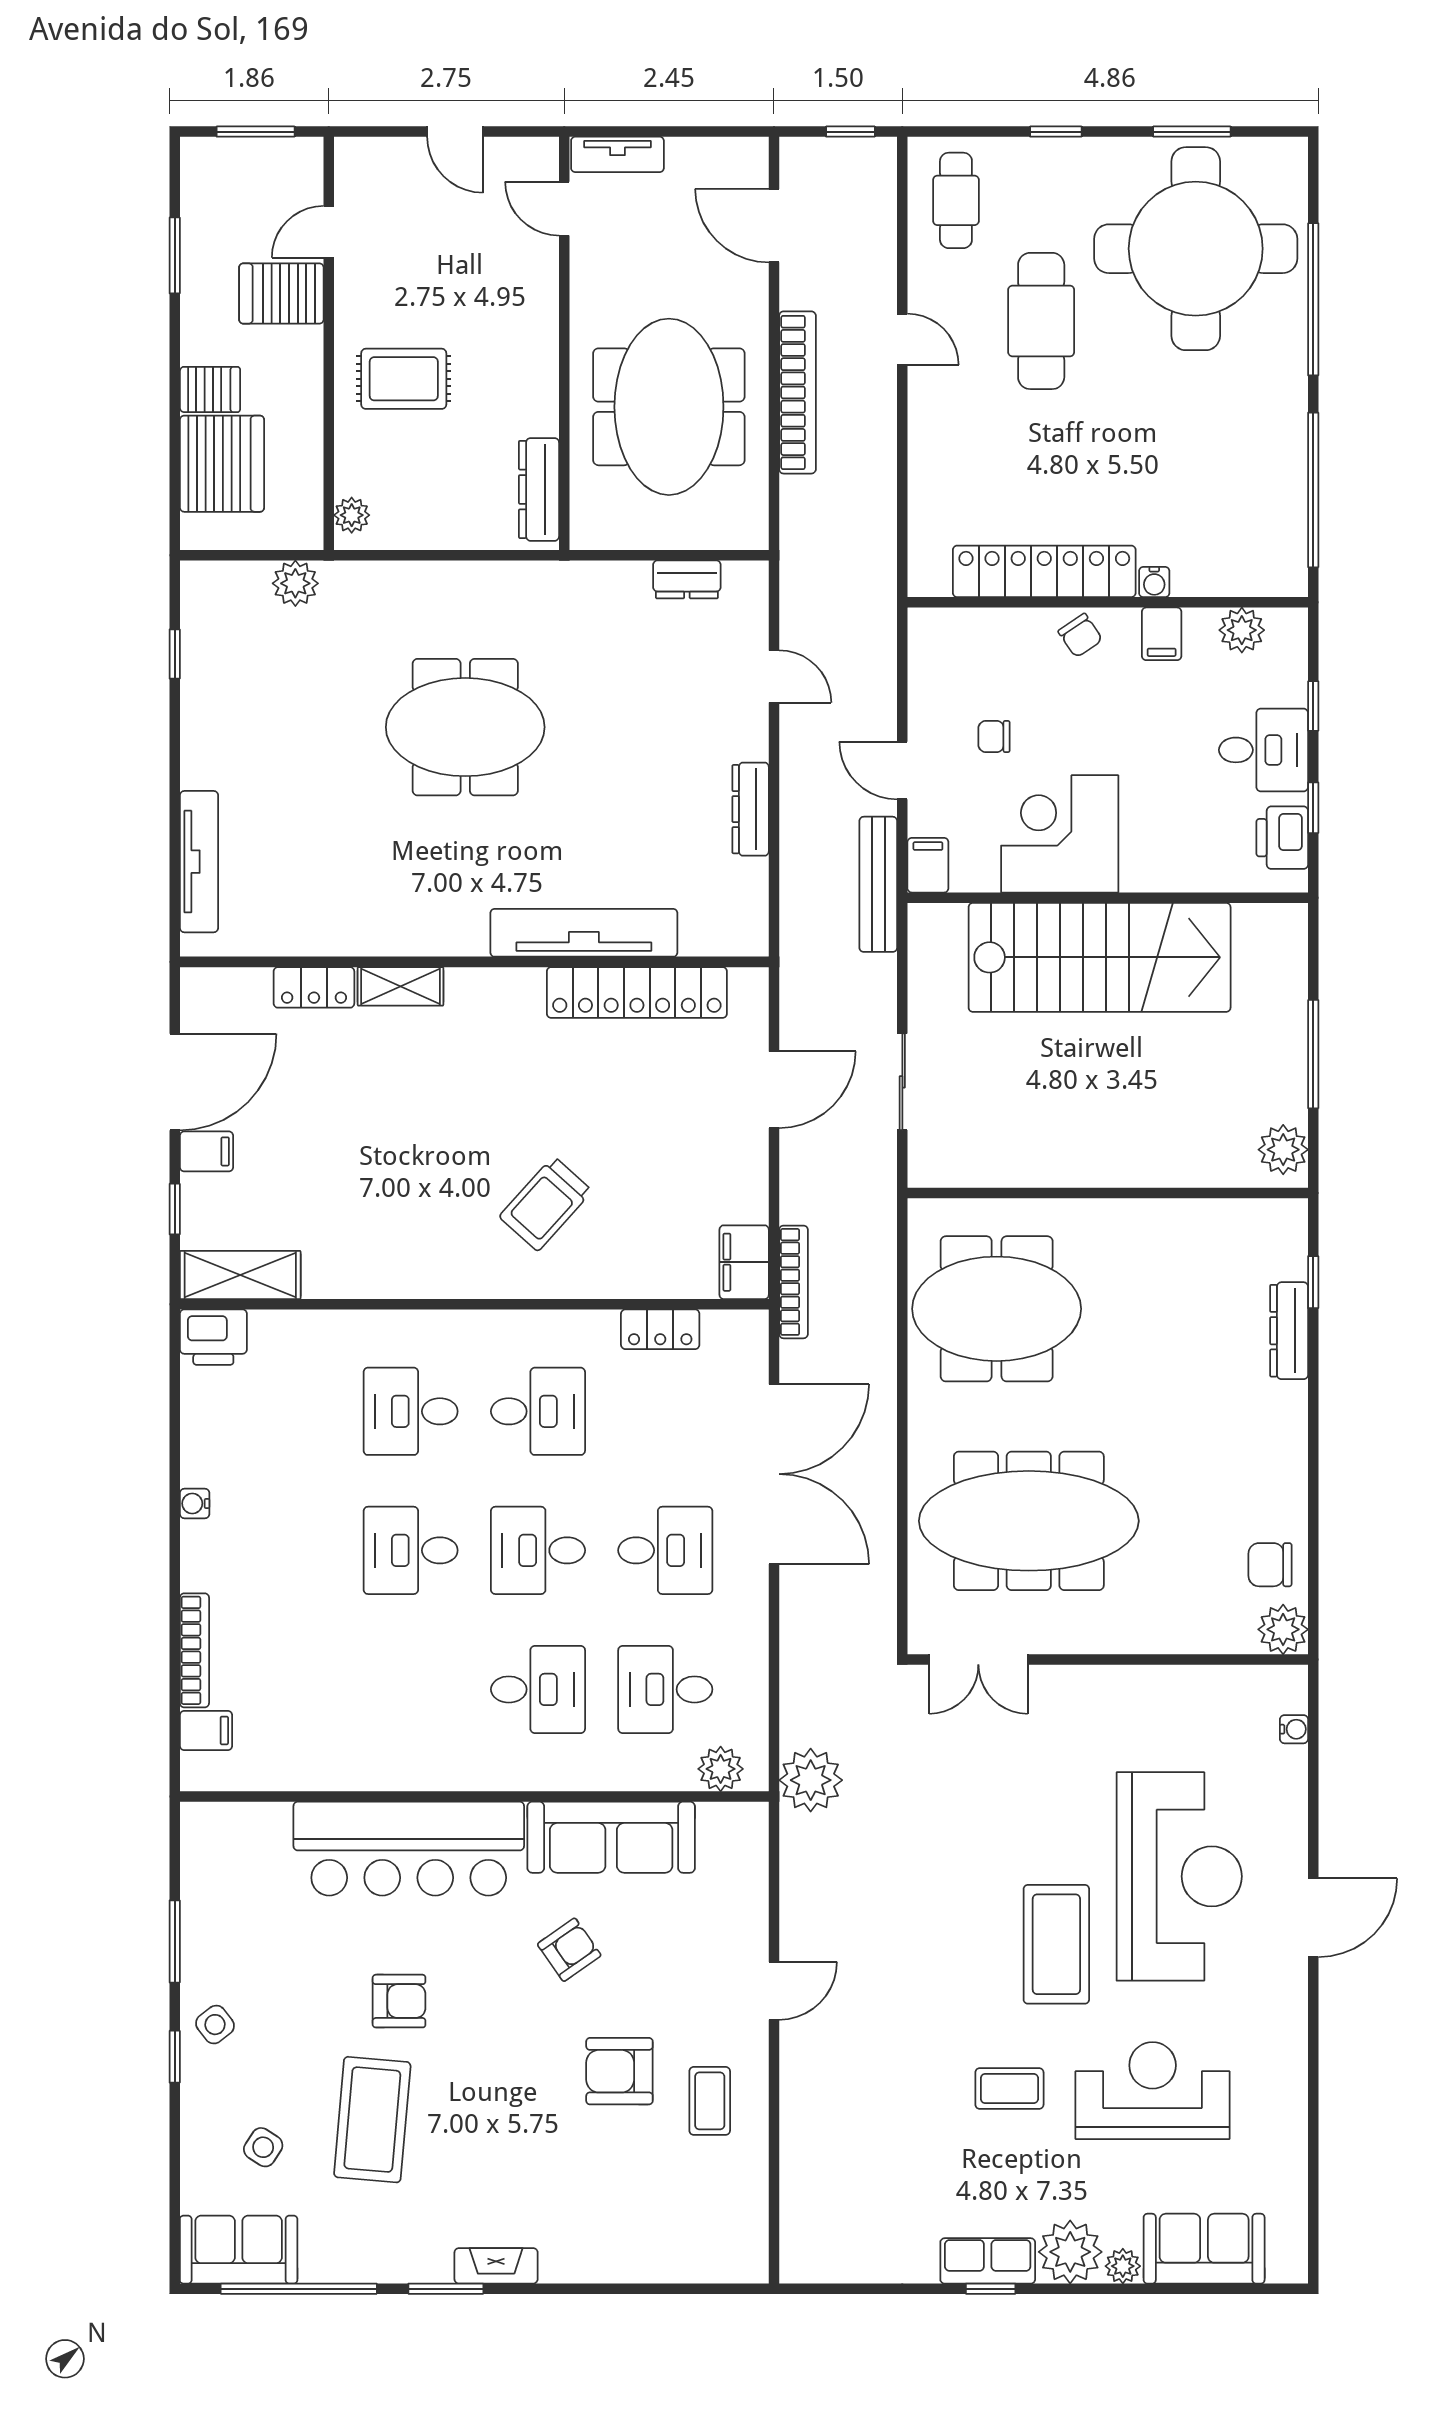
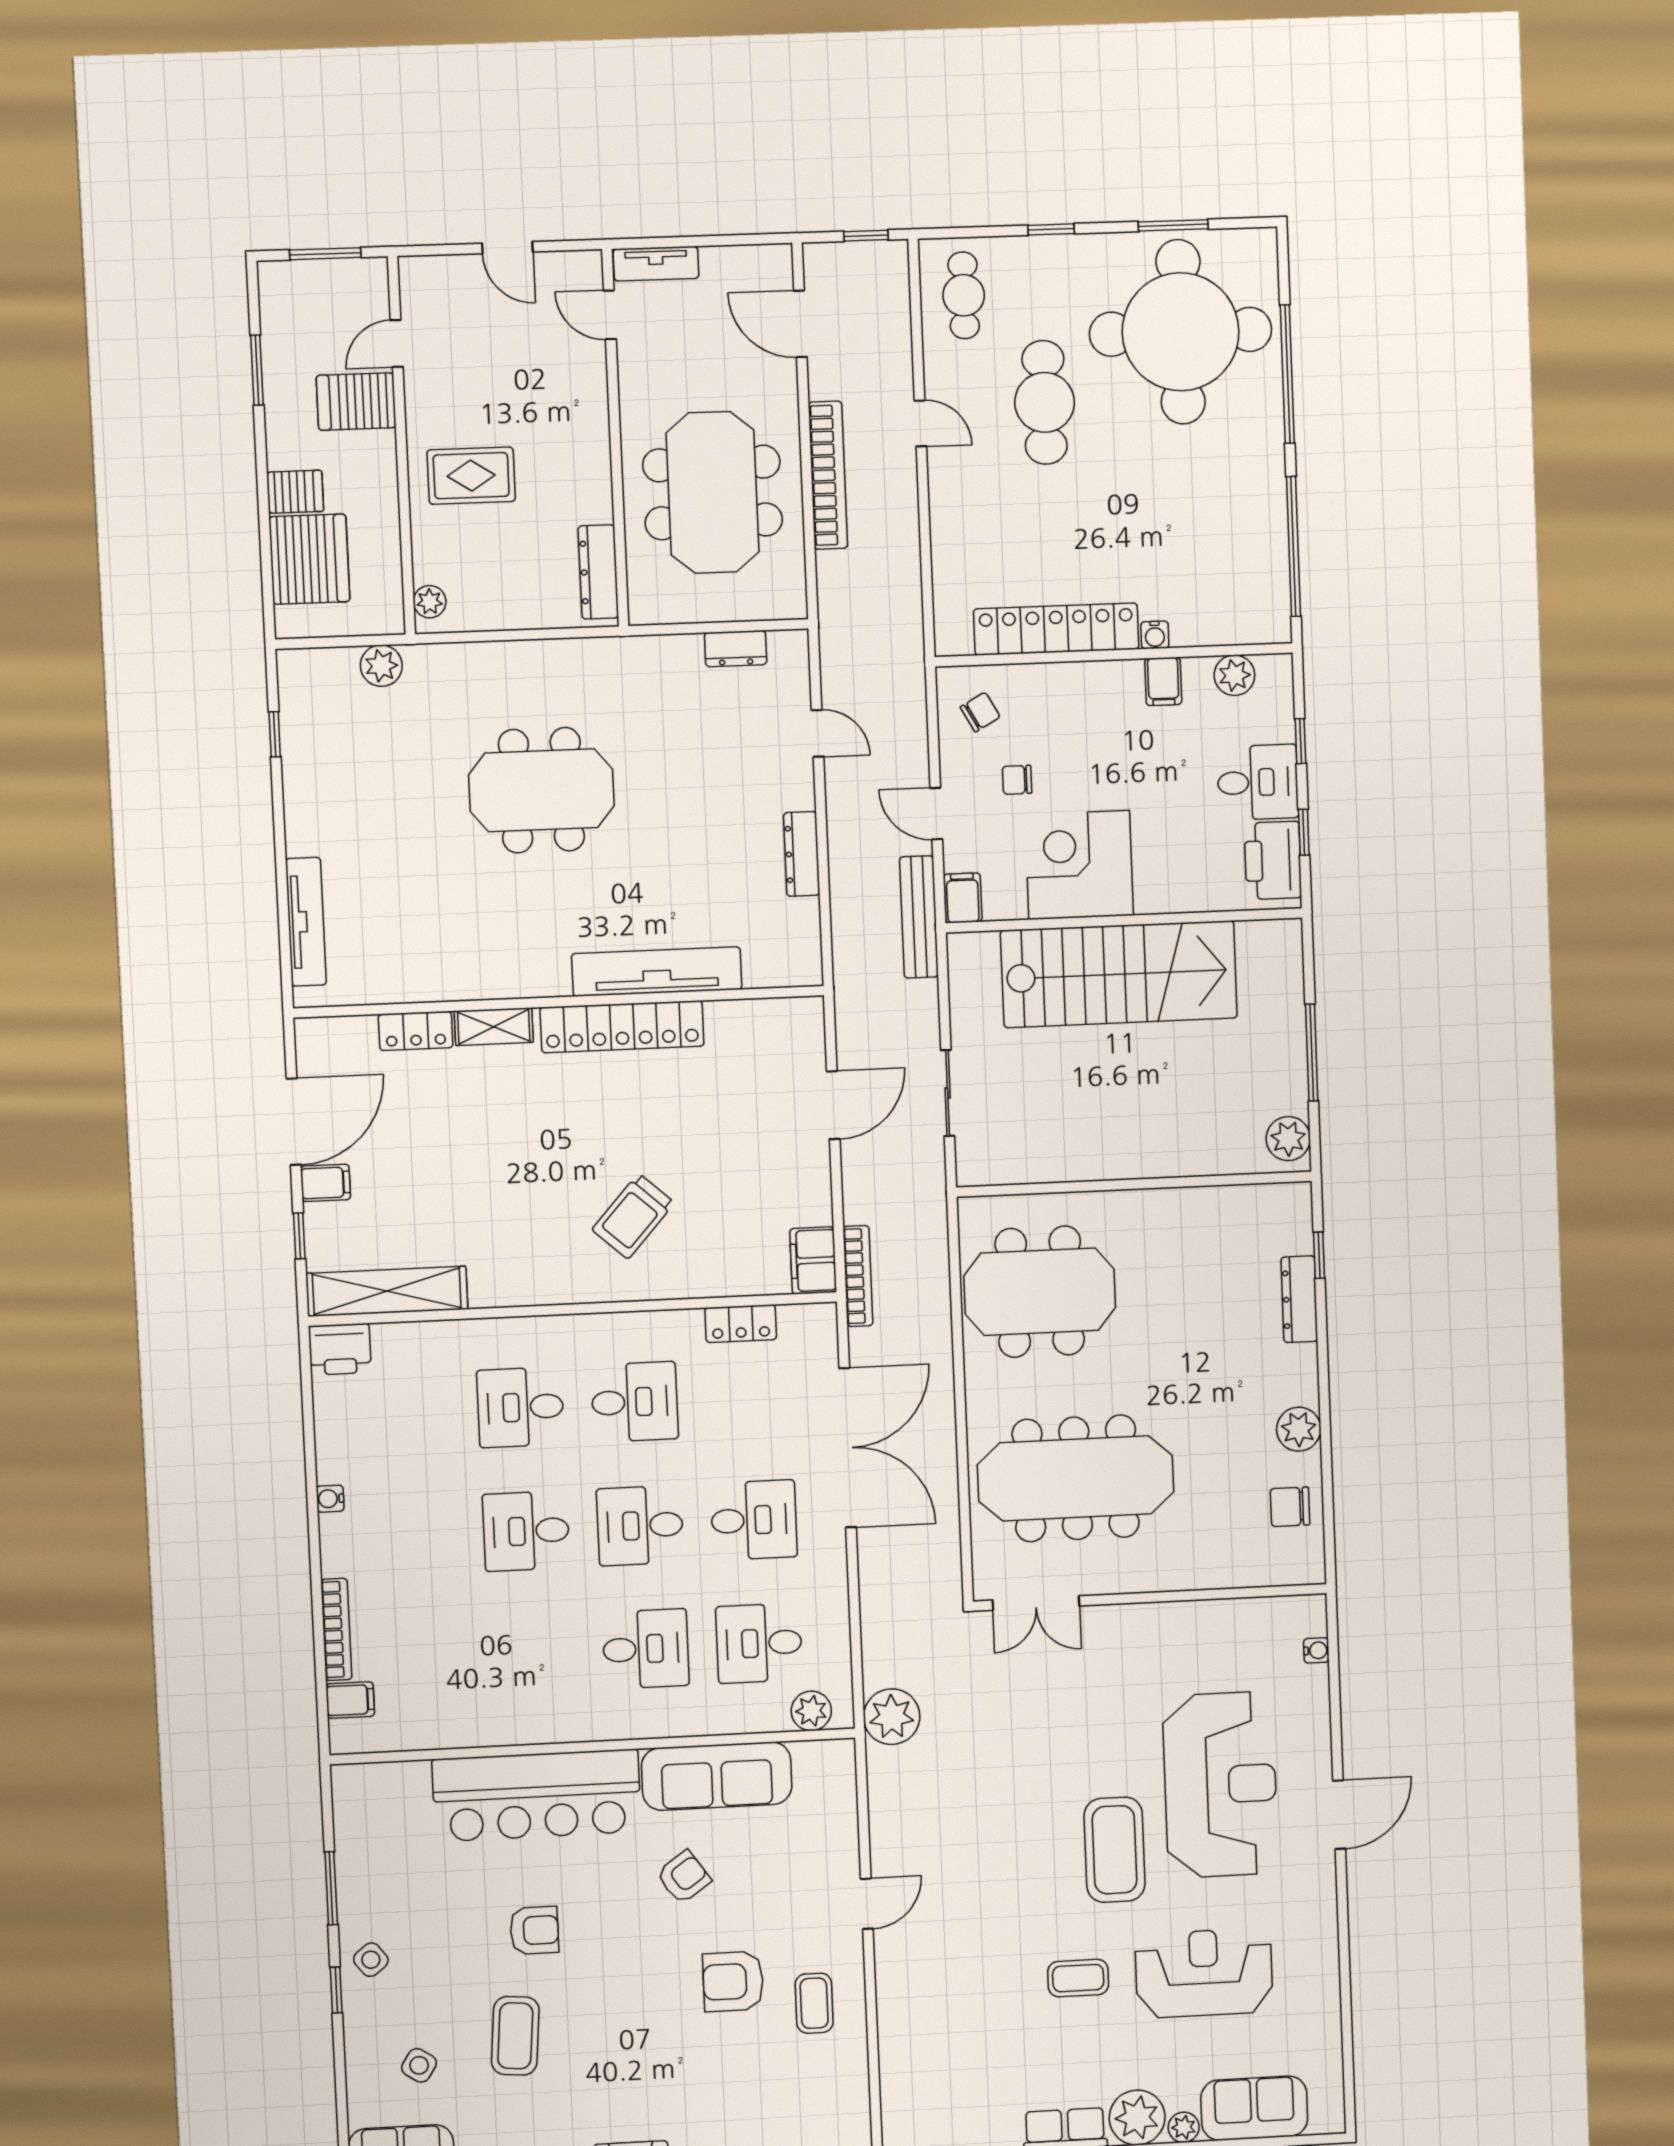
chair: (1080, 635) -> (980, 712), moved, turned -85
printer: (1282, 838) -> (1273, 860), width x1.37, depth x1.19
locker: (637, 992) -> (622, 1027), moved
shelving: (240, 1275) -> (387, 1291), width x1.47
plant: (1283, 1629) -> (1299, 1429), moved
coffee table: (372, 2120) -> (515, 2036), width x0.73, depth x0.76

